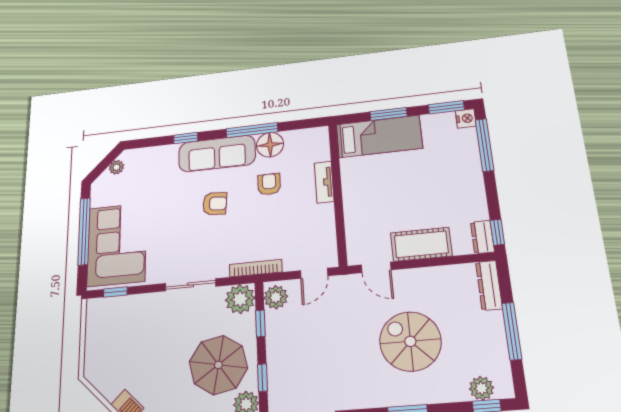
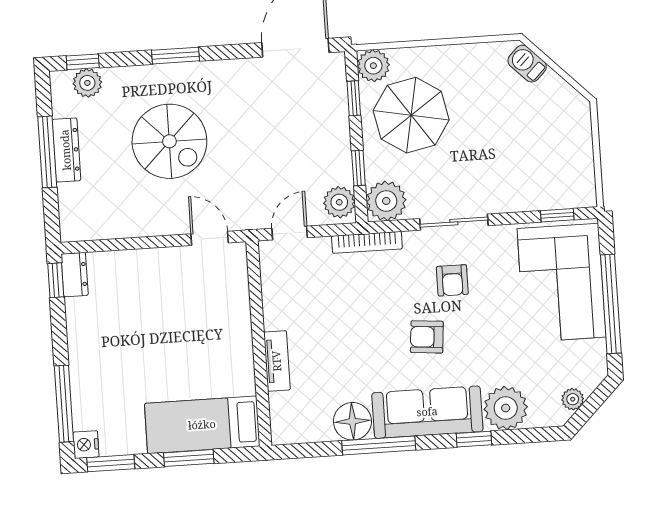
plant: (163, 159) -> (506, 408), added
armchair: (269, 184) -> (452, 280), moved
cot: (421, 244) -> (152, 268), removed
dresser: (489, 285) -> (66, 150), moved

